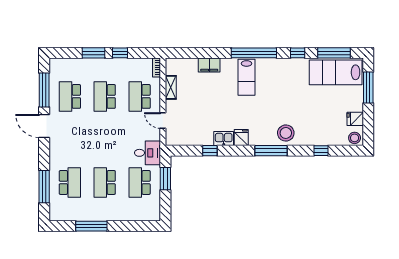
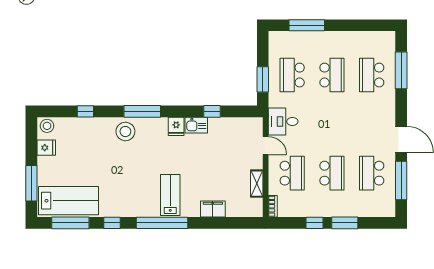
school desk: (70, 96) -> (372, 173), turned 180
desk: (147, 153) -> (283, 121), moved
school desk: (140, 182) -> (292, 75), turned 180
window: (91, 226) -> (307, 25), moved

